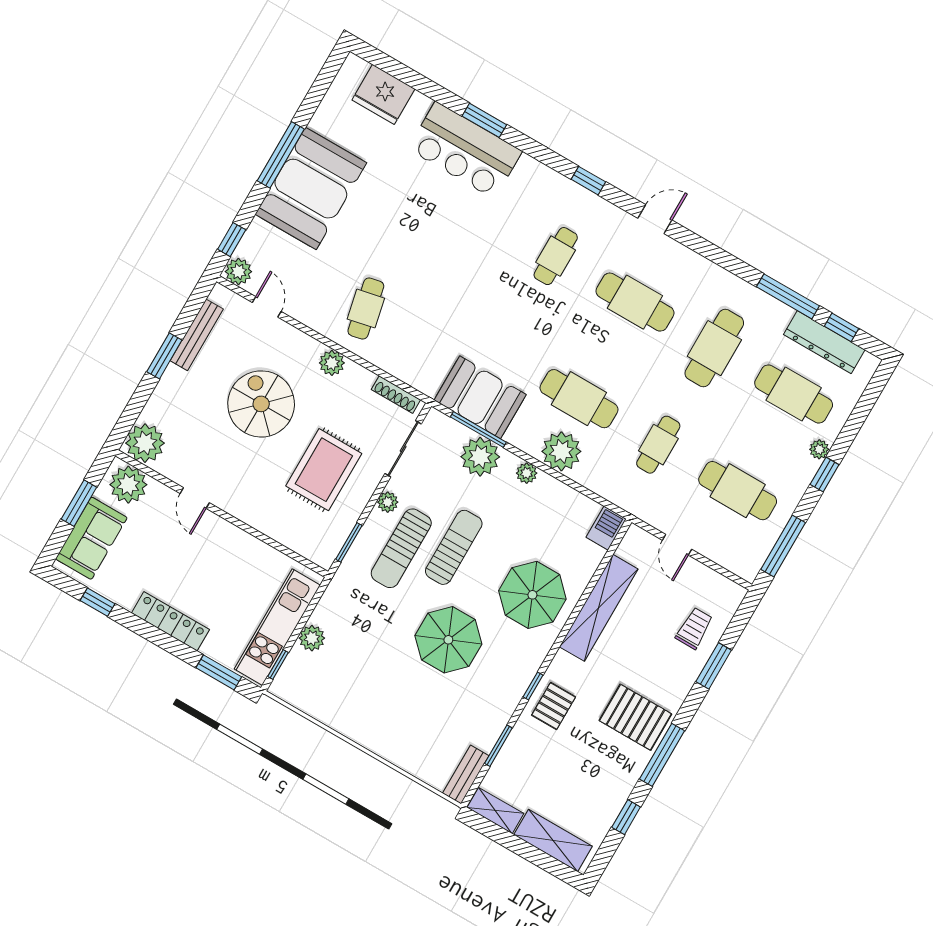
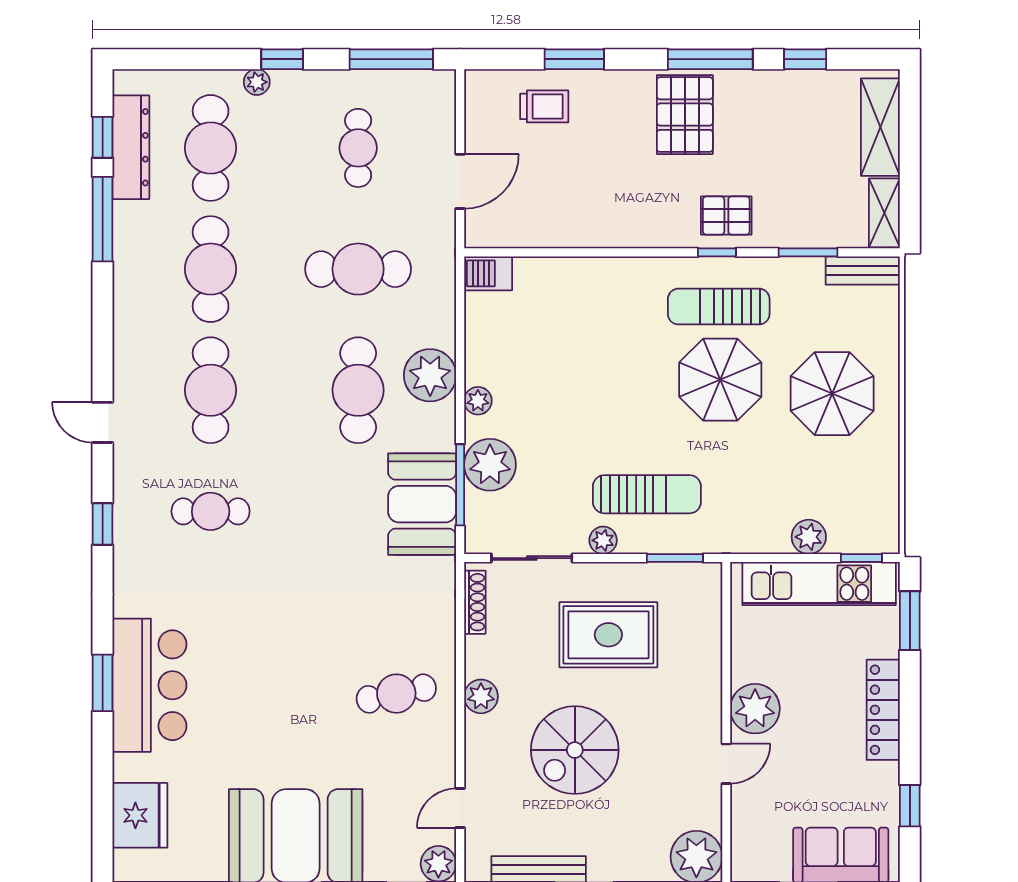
cafe table: (714, 348) -> (211, 269), turned 90
cafe table: (658, 445) -> (358, 269), width x1.37, depth x1.35
plant: (128, 485) -> (755, 709), moved
cafe table: (738, 491) -> (358, 148), width x0.73, depth x0.74
door: (677, 545) -> (460, 181), width x1.38
sun lounger: (454, 547) -> (719, 307), moved
parasol: (532, 595) -> (832, 394), moved
shelving: (599, 608) -> (584, 229), removed
trolley: (694, 628) -> (544, 106), turned 180

